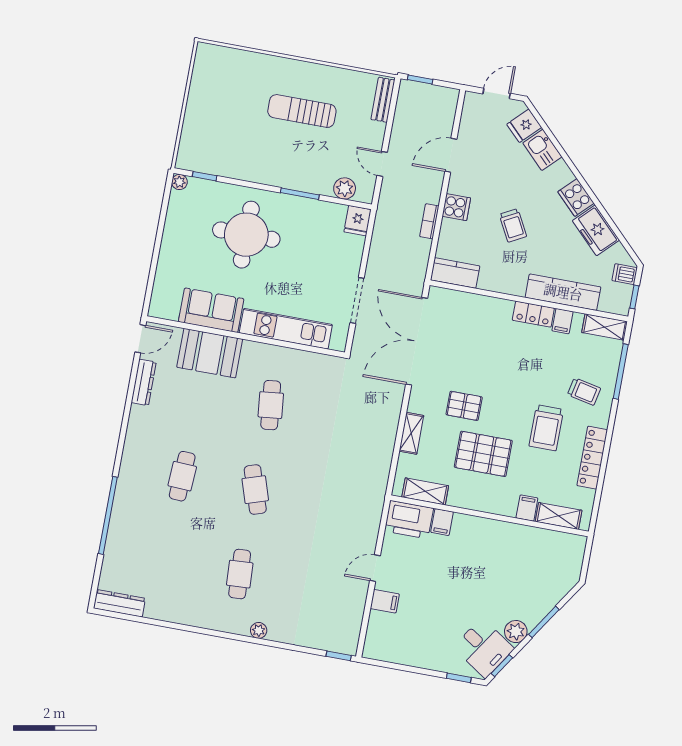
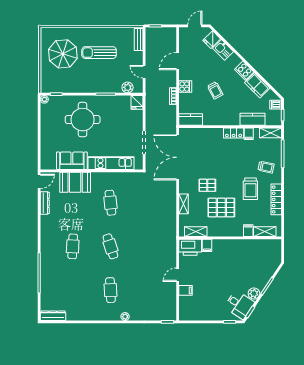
parasol: (232, 101) -> (63, 54), added
kitchen counter: (563, 292) -> (253, 119), width x0.67

